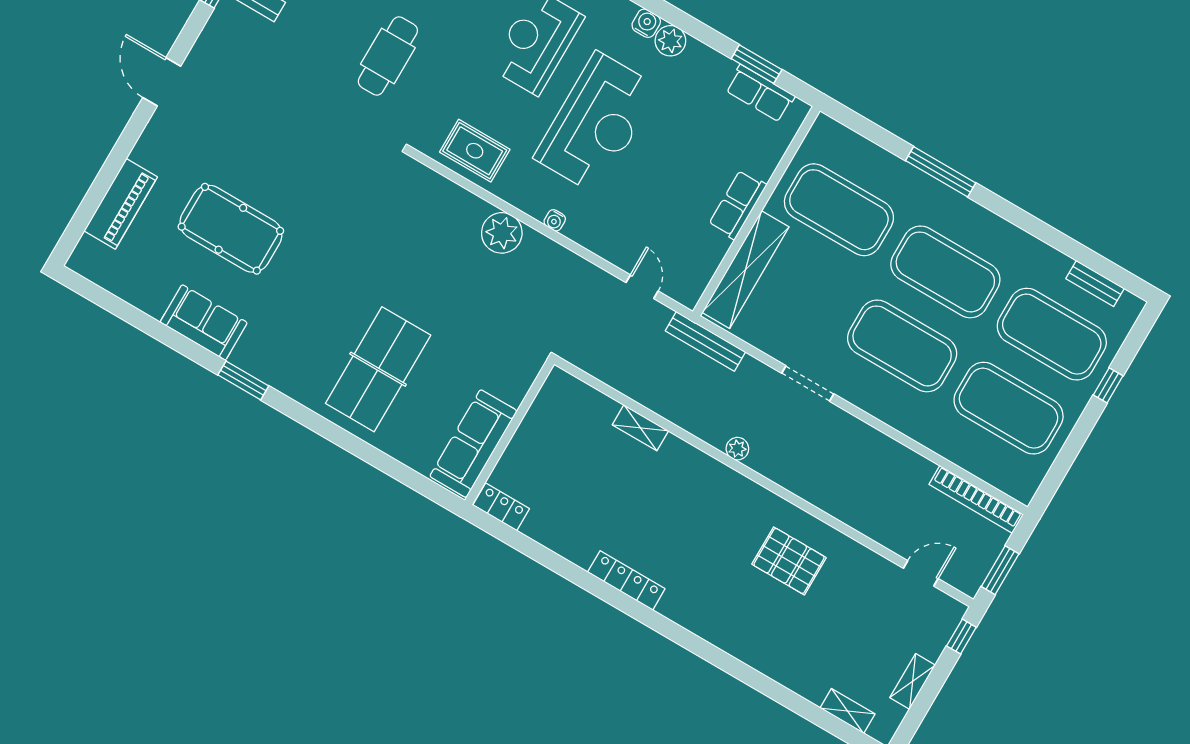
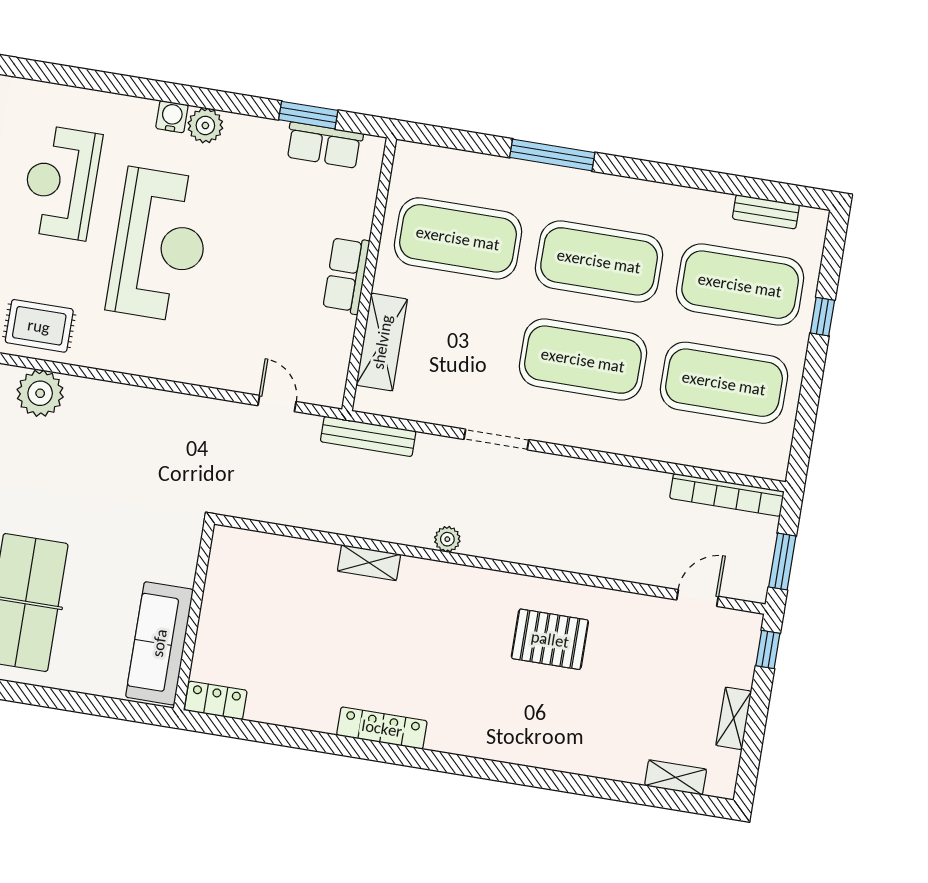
water cooler: (555, 220) -> (155, 368), removed
plant: (502, 233) -> (40, 393), moved
shelving: (745, 270) -> (382, 342), width x0.68
shelving: (640, 428) -> (369, 563), moved

